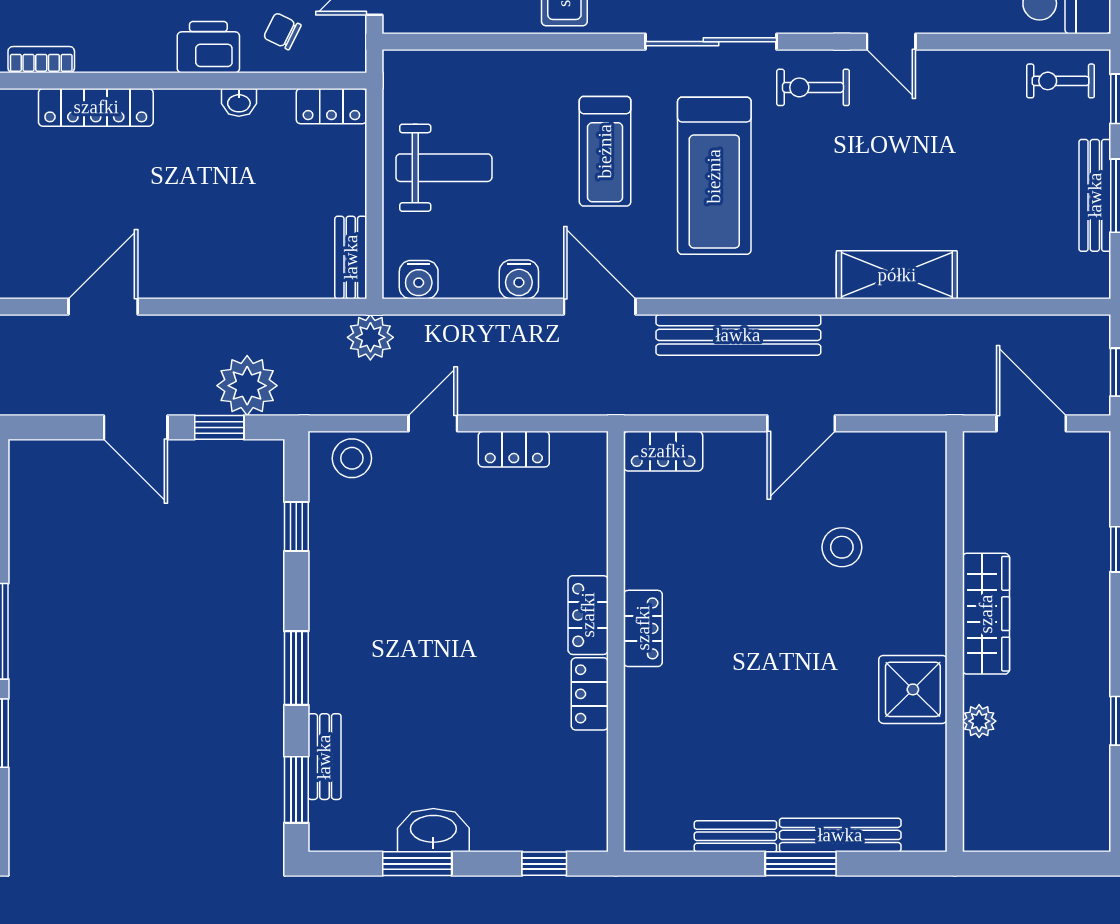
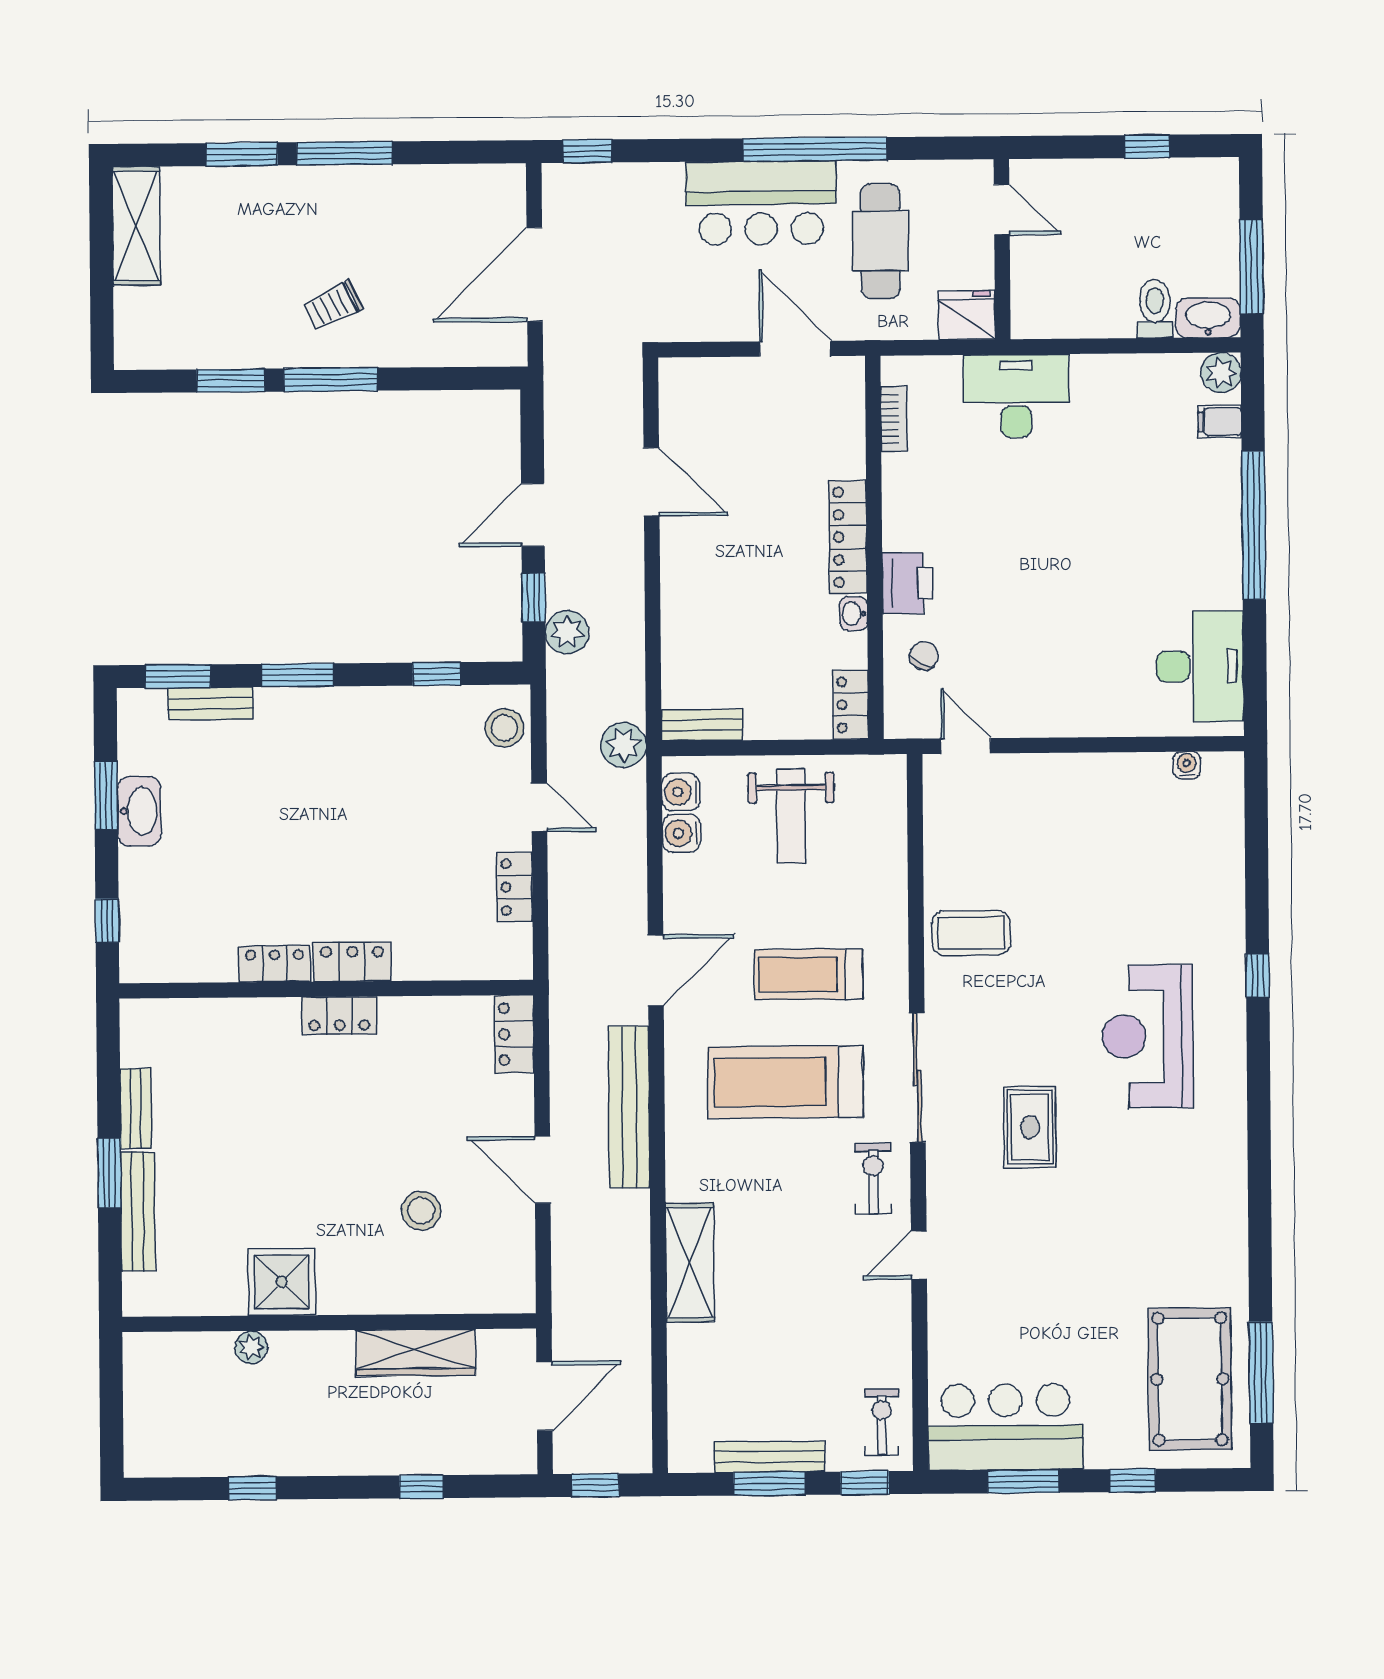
locker: (96, 107) -> (848, 537), moved
water cooler: (519, 279) -> (681, 833), moved
plant: (247, 386) -> (567, 632), width x0.73, depth x0.73
wardrobe: (986, 614) -> (416, 1353), moved

